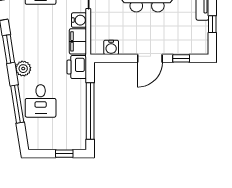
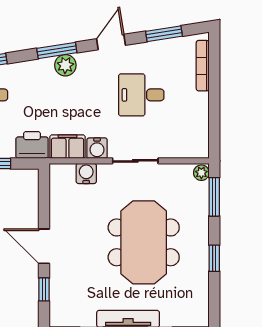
water cooler: (111, 47) -> (86, 173), moved, turned 90
plant: (23, 69) -> (65, 65), moved

